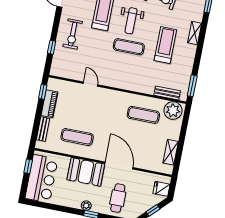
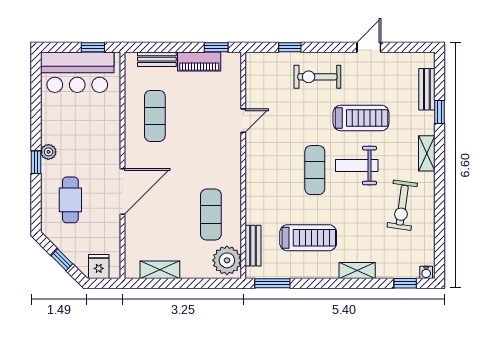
treadmill: (165, 45) -> (308, 238), moved
booth: (86, 172) -> (102, 141), removed
cafe table: (118, 198) -> (70, 200), turned 90

